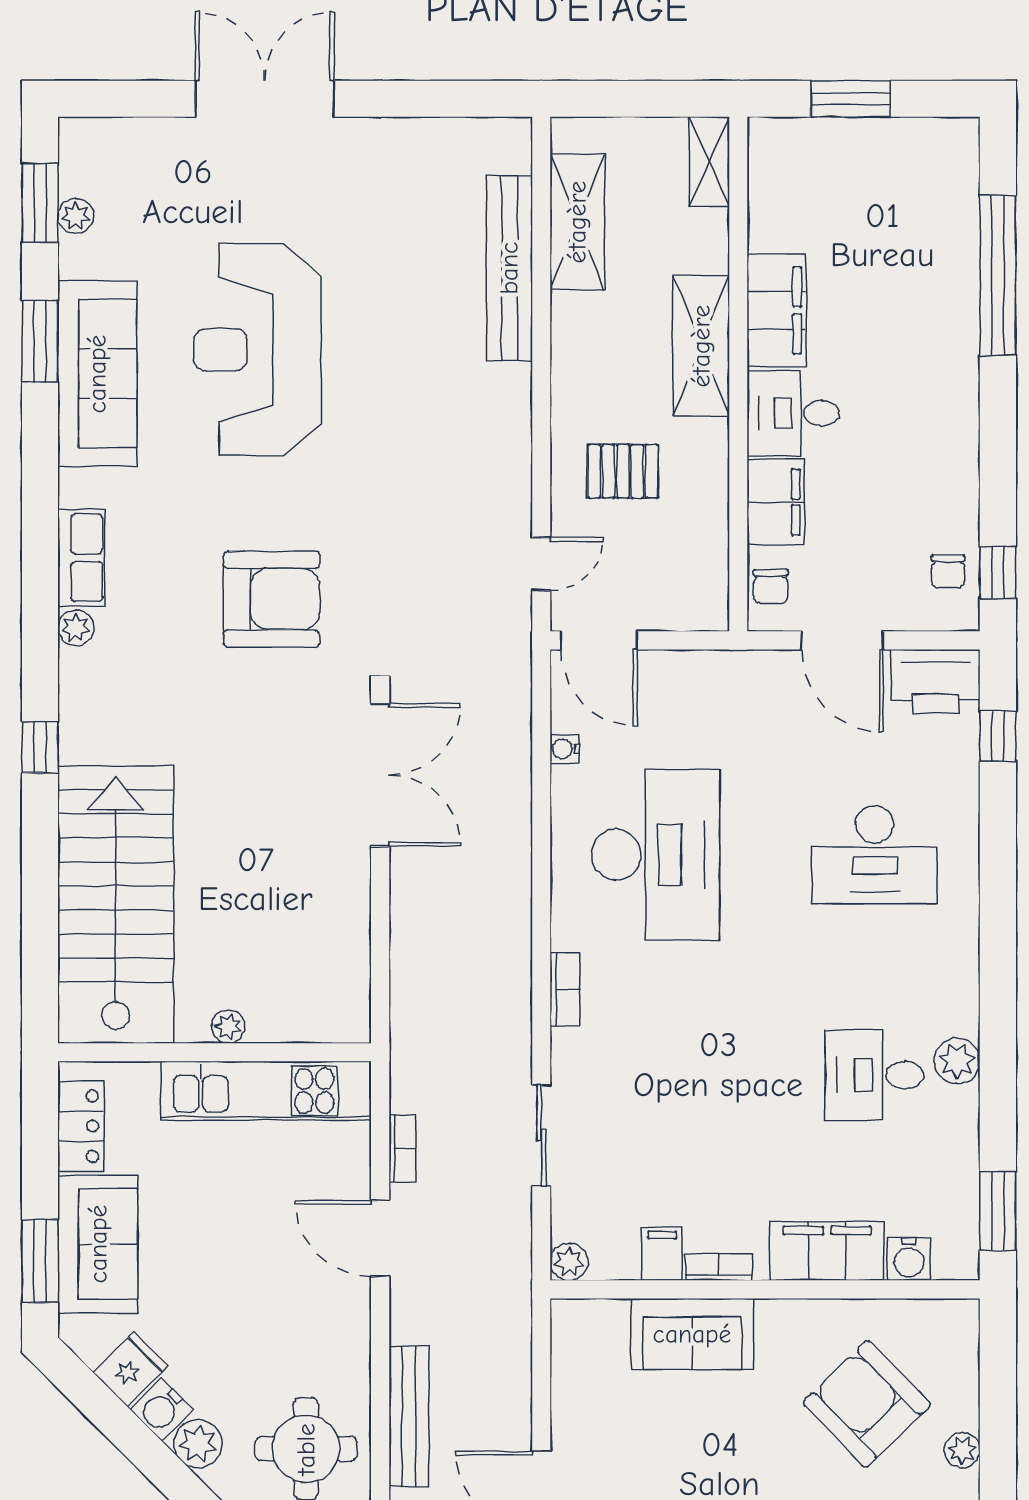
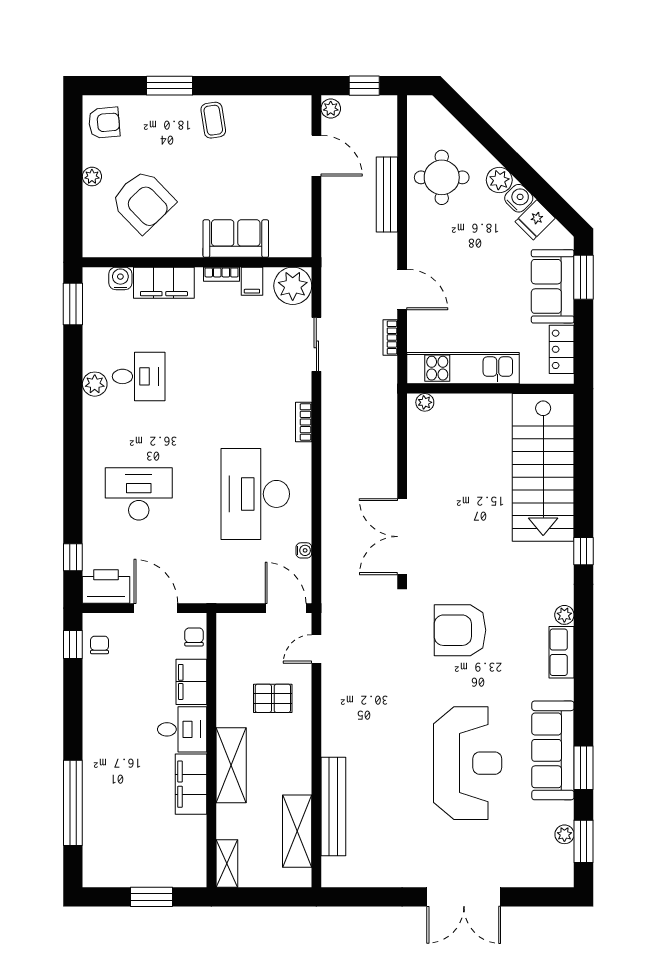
plant: (228, 1027) -> (425, 402), moved
plant: (569, 1262) -> (293, 286), width x1.87, depth x1.87

